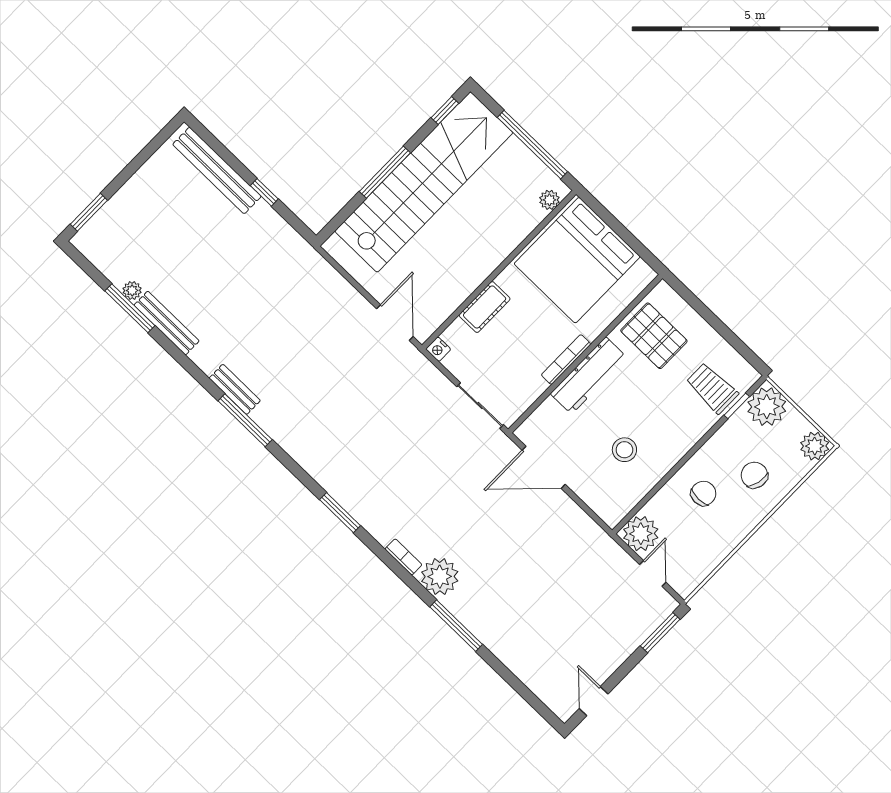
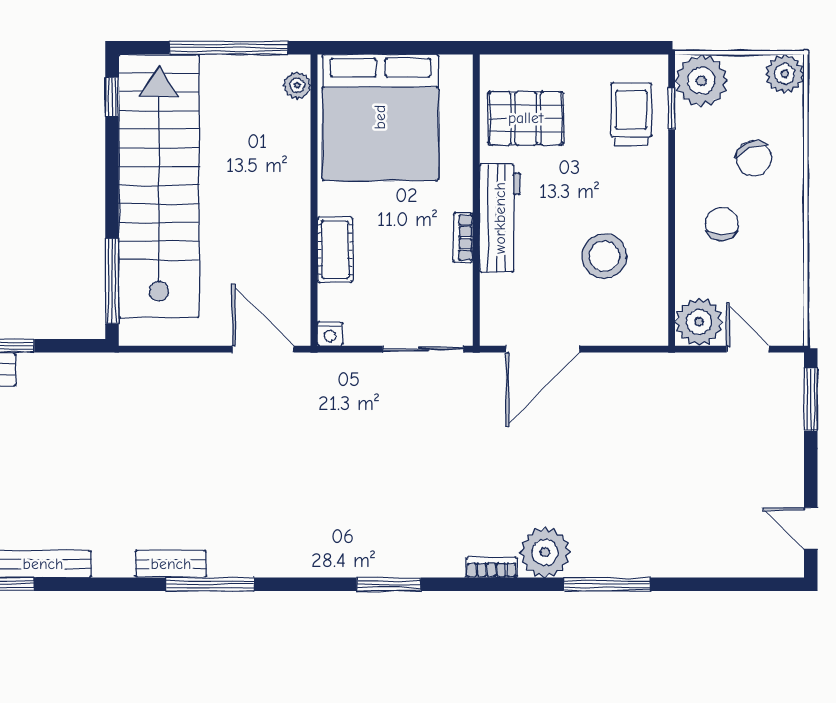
window: (385, 172) -> (112, 281), moved
bookcase: (566, 360) -> (463, 238), width x0.64
trolley: (712, 388) -> (631, 114), turned 90
stool: (624, 450) -> (604, 256), width x1.38, depth x1.38
chair: (754, 475) -> (754, 159), turned -125

